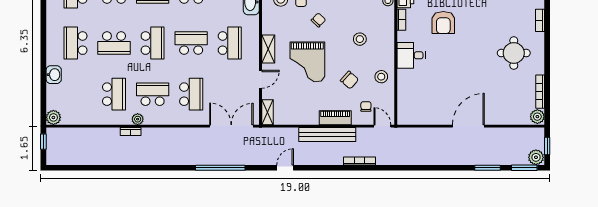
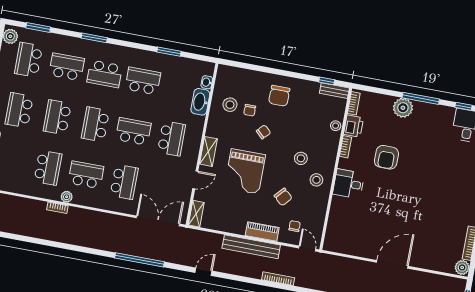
school desk: (114, 43) -> (57, 117), turned 90
school desk: (153, 43) -> (95, 124), turned 180
round table: (514, 53) -> (450, 200), removed
stool: (381, 77) -> (316, 180), moved

